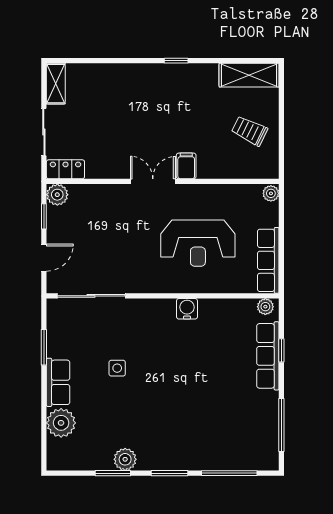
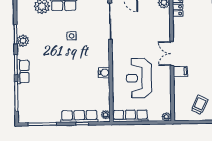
double door: (153, 181) -> (172, 53), swing flipped
row of seats: (183, 460) -> (23, 72), added

